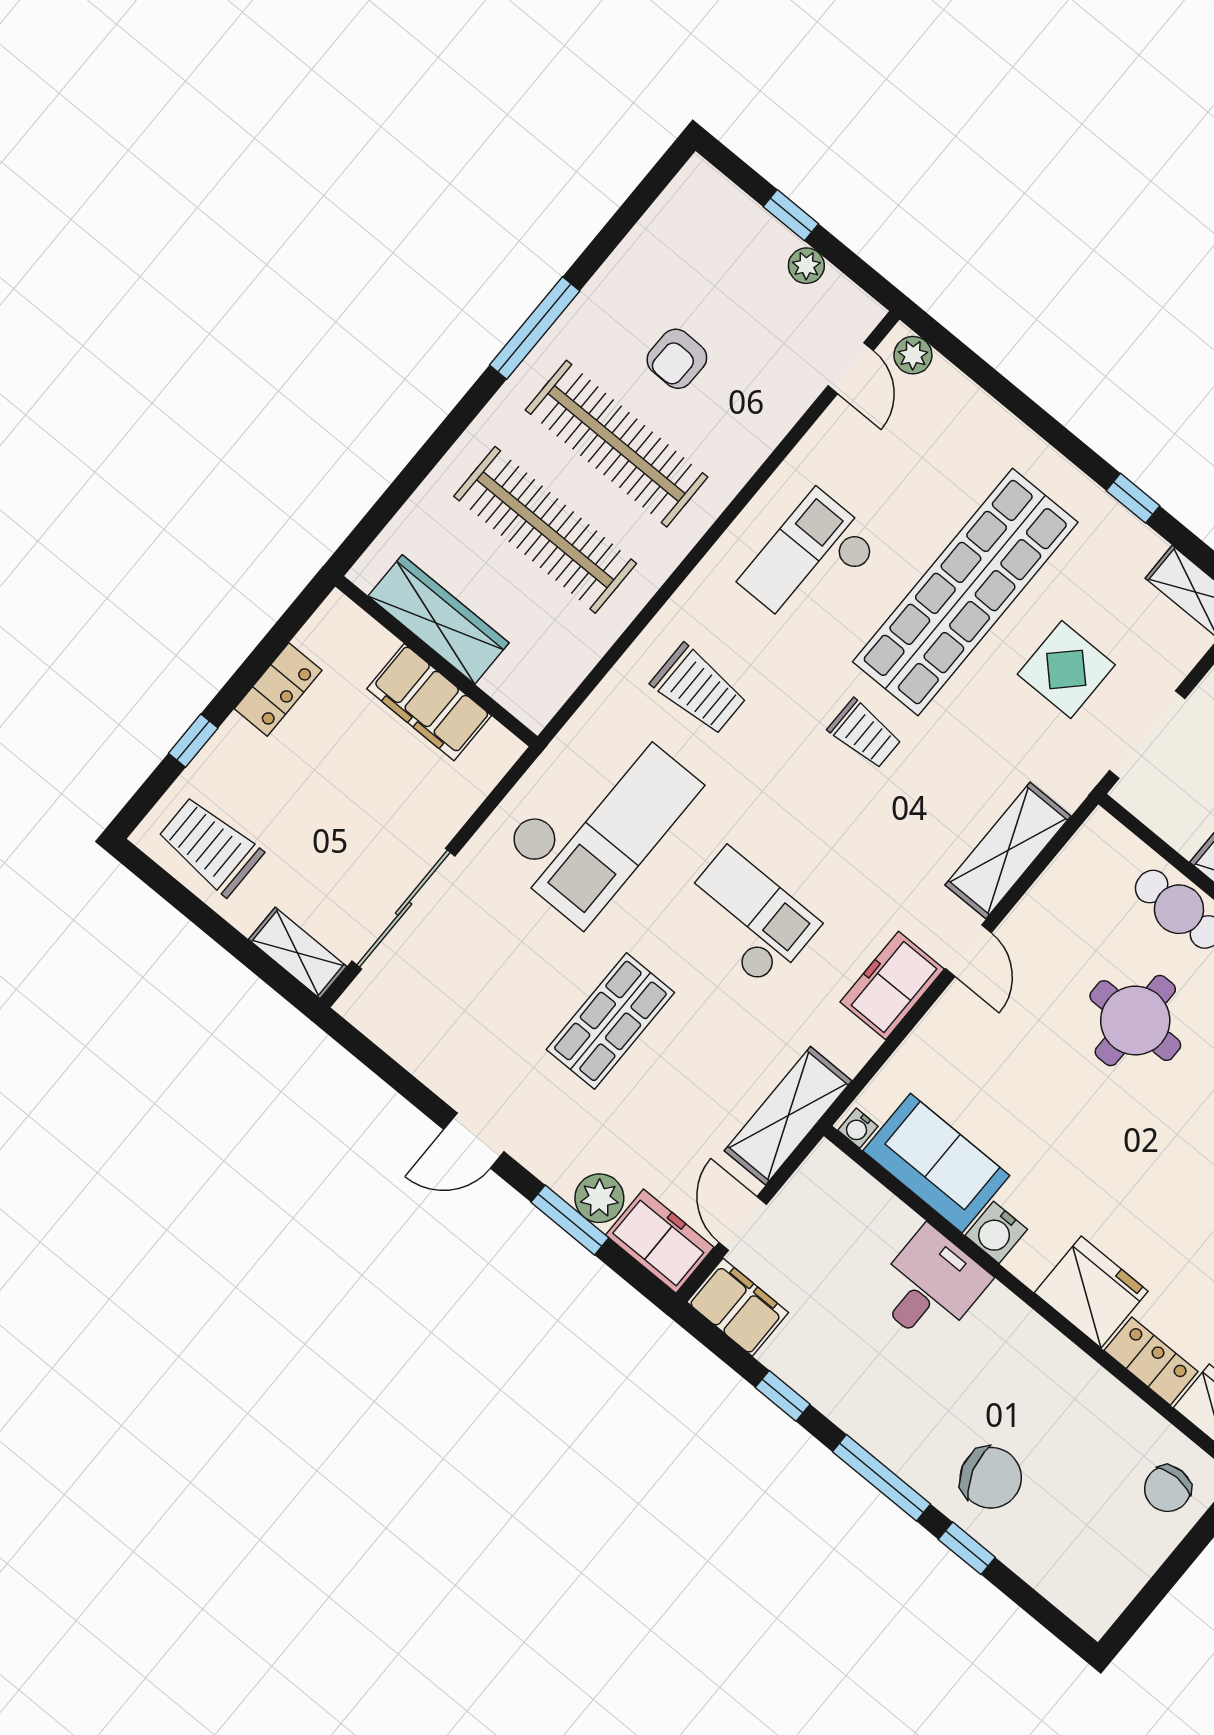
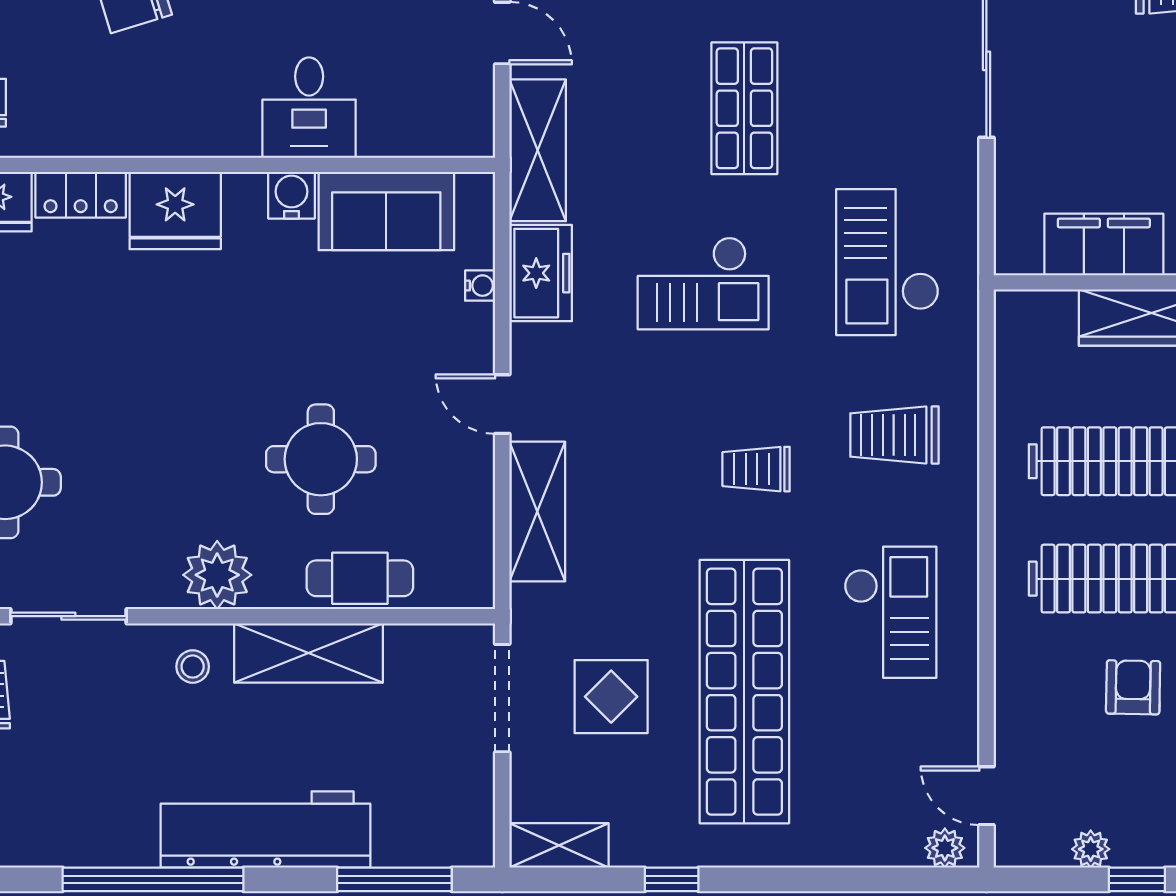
trolley: (865, 734) -> (756, 469), moved
checkout: (599, 821) -> (887, 262), width x0.73, depth x0.83
freezer: (892, 985) -> (541, 273), moved
water cooler: (858, 1128) -> (480, 286), moved, turned 90

